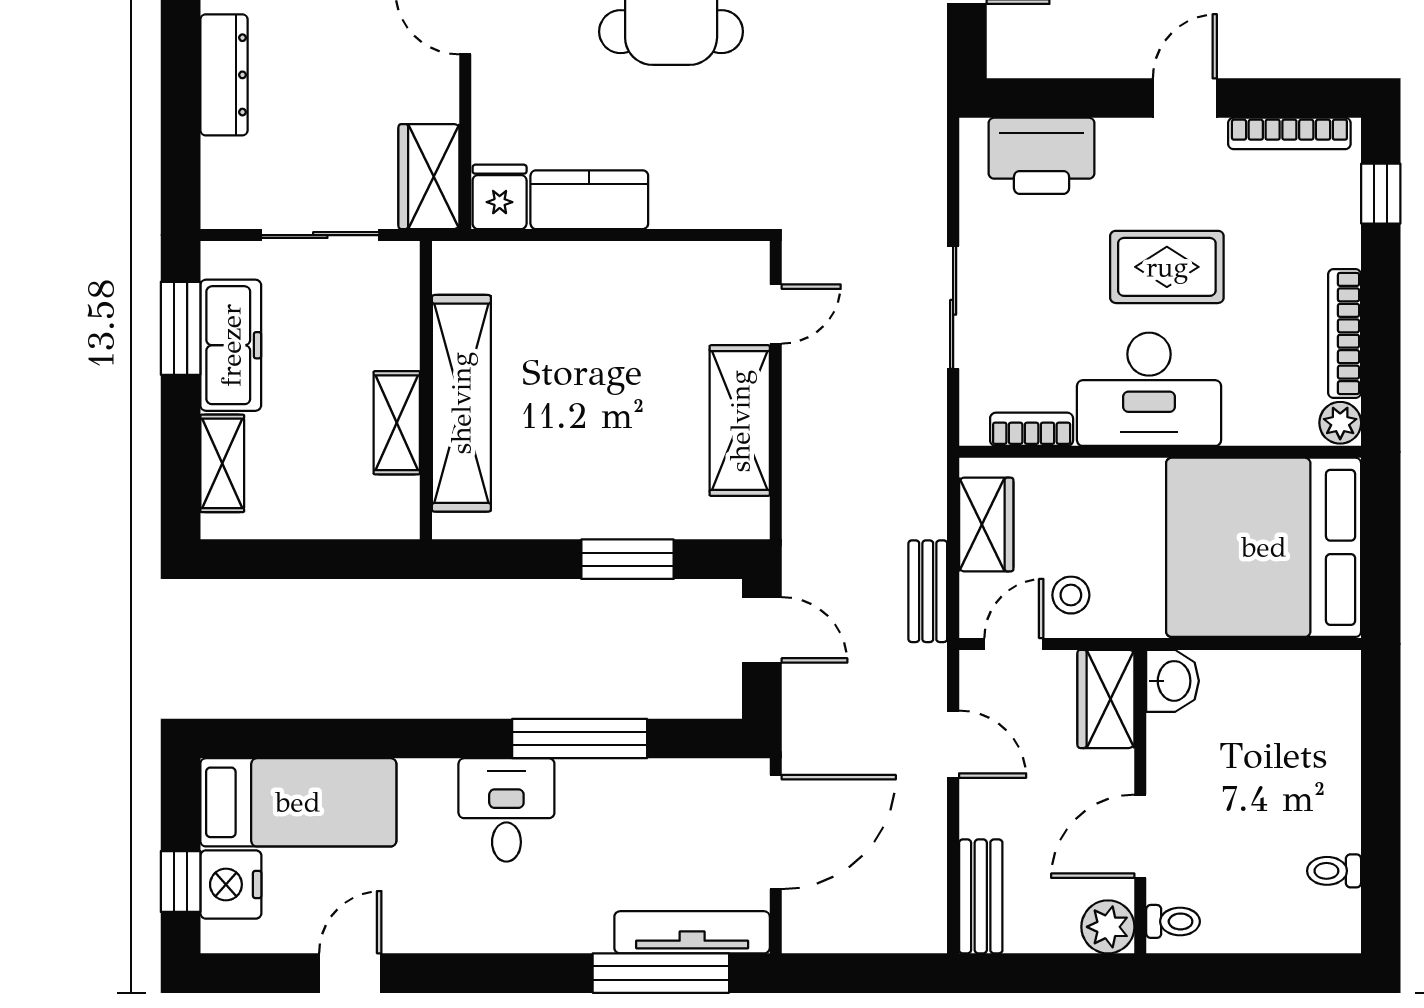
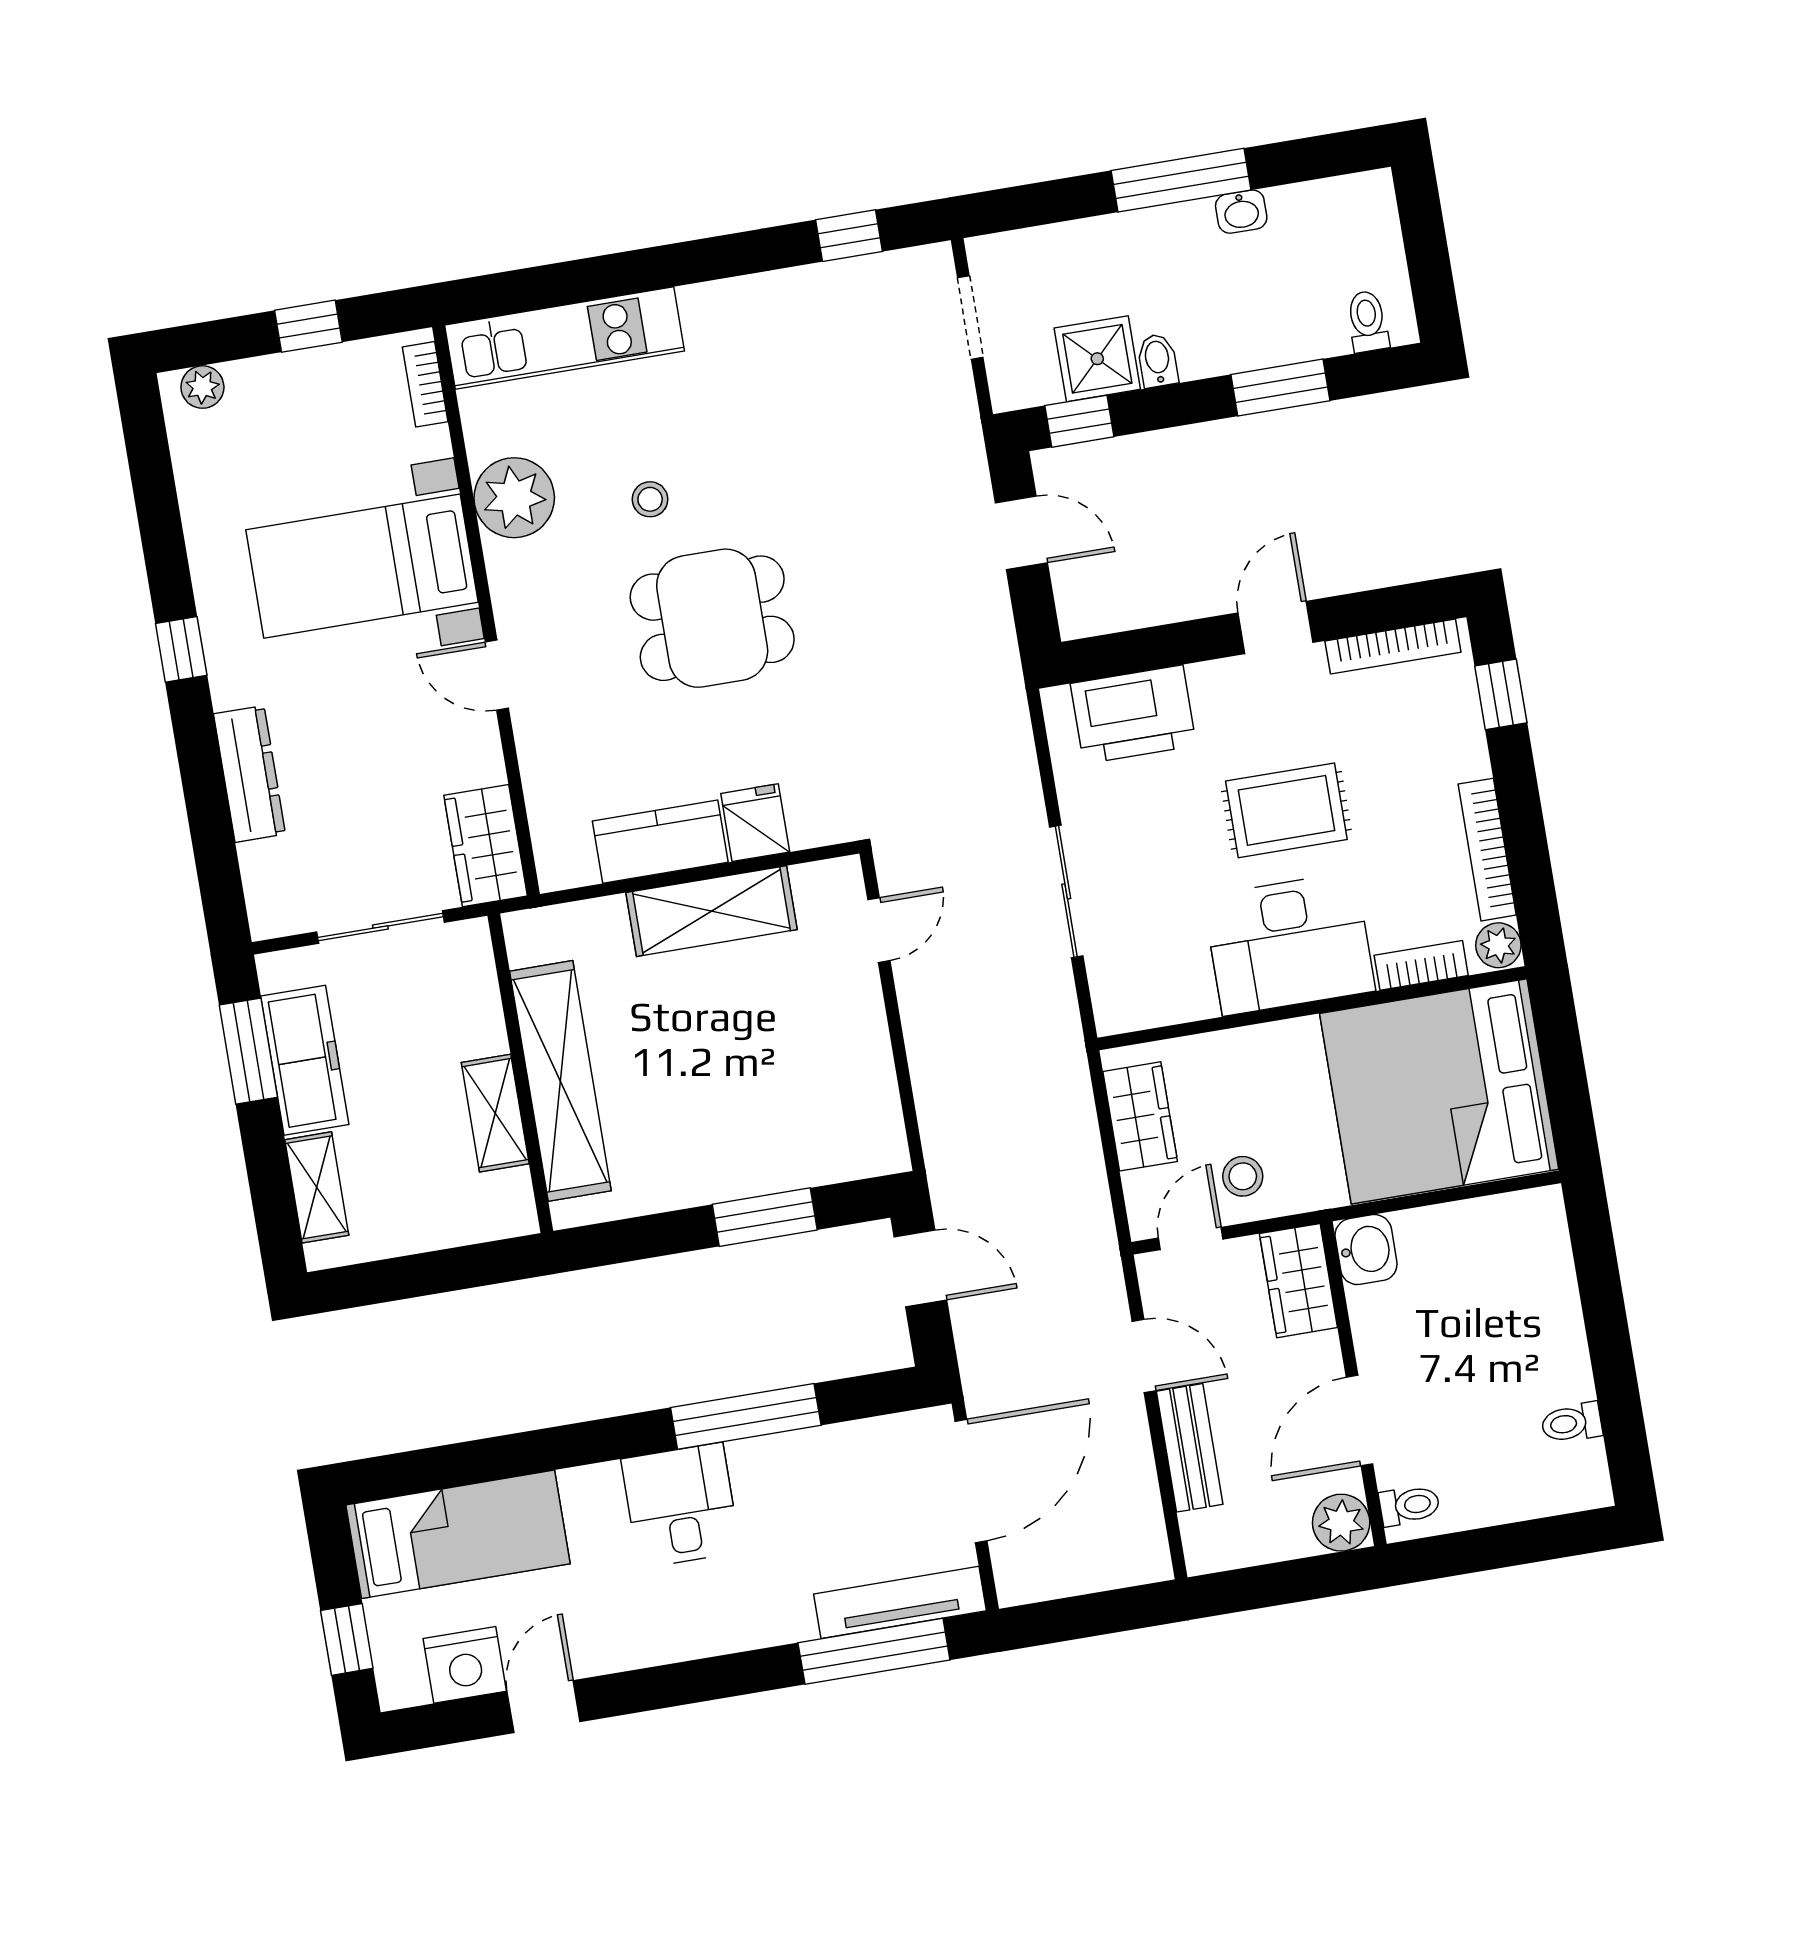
fridge: (500, 197) -> (755, 823), moved
shelving: (740, 421) -> (712, 911), moved, turned 90
bookcase: (1032, 429) -> (1421, 965), moved
bench: (928, 591) -> (1090, 1198), removed
nightstand: (231, 884) -> (465, 1665), moved, turned -90
bench: (981, 896) -> (1190, 1448), moved

